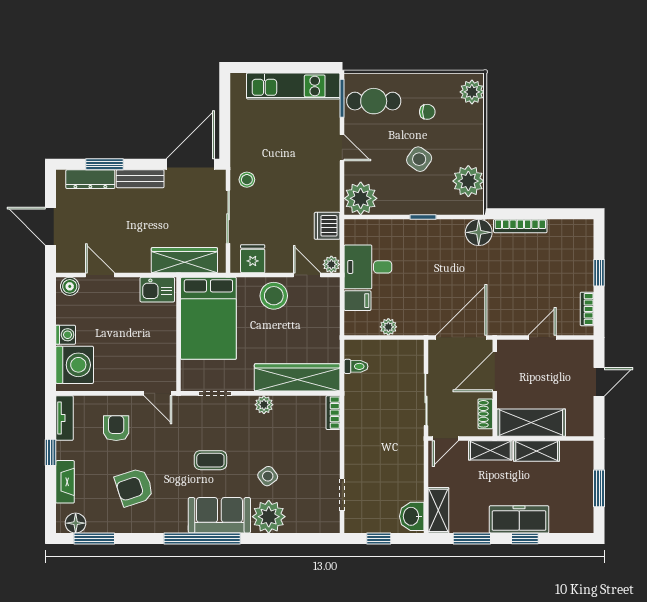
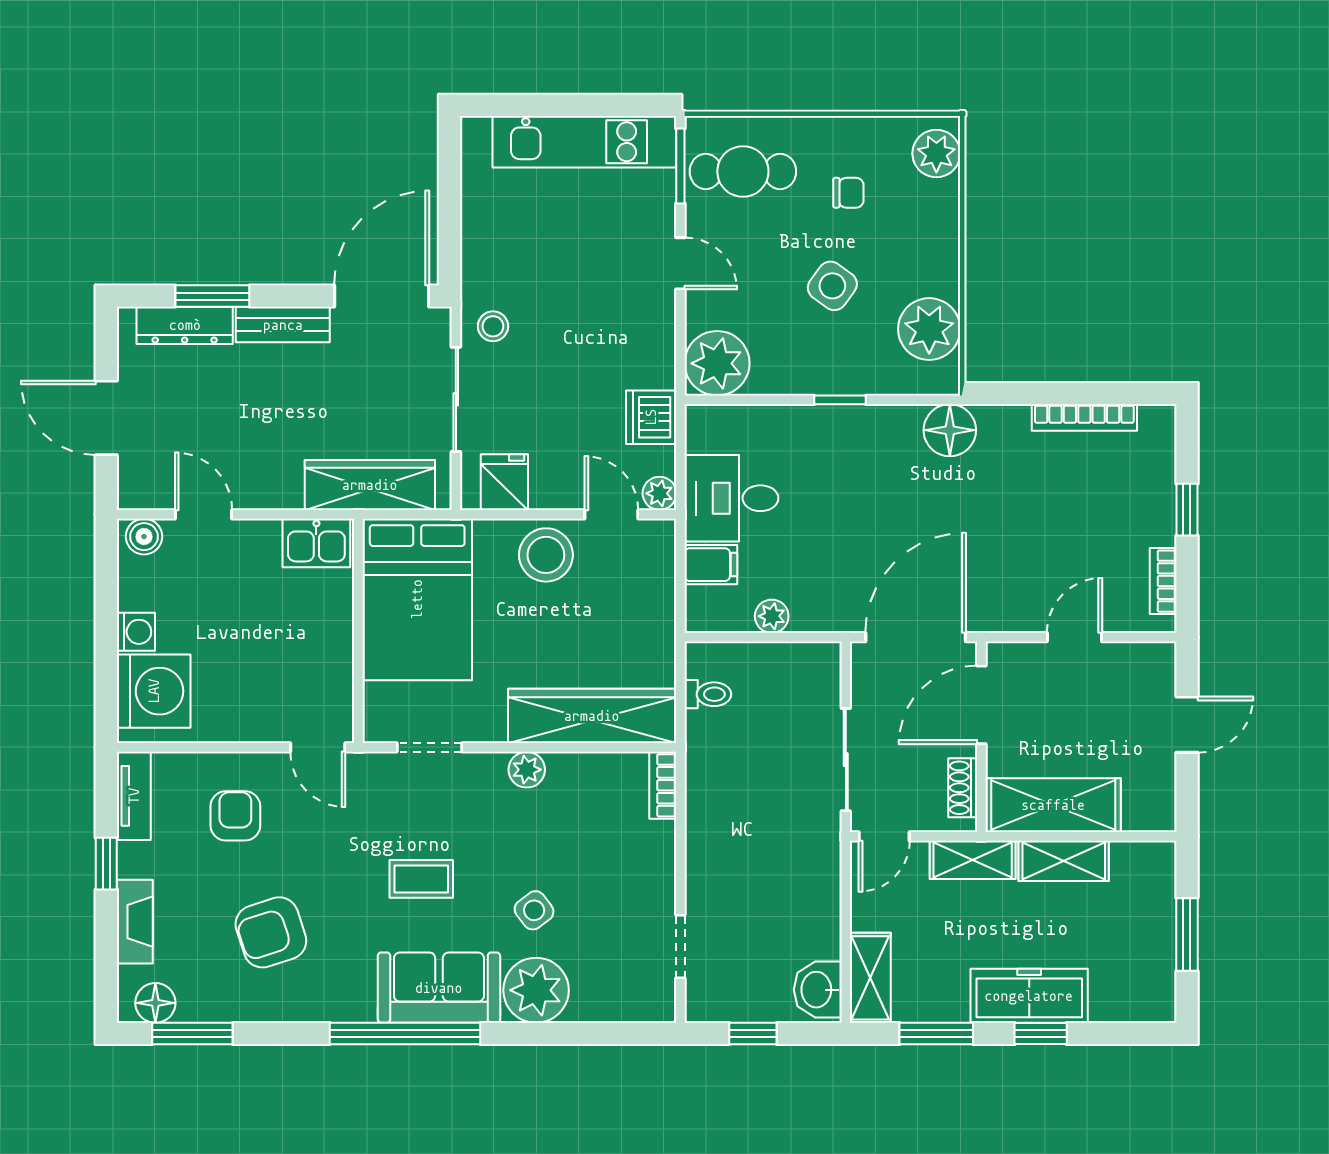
bookcase: (520, 226) -> (1084, 418), moved

